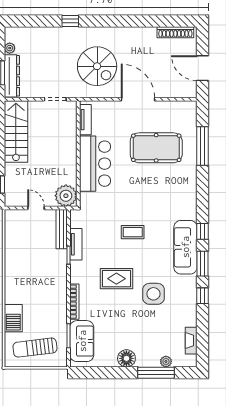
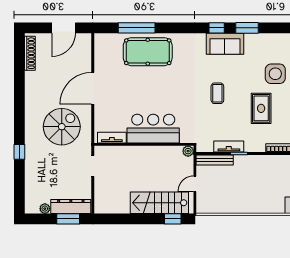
stairs: (16, 132) -> (159, 203), moved
pool table: (156, 148) -> (148, 52), moved, turned 90
plant: (66, 196) -> (188, 151), width x0.53, depth x0.53
sofa: (185, 247) -> (225, 44), width x0.73
window: (202, 296) -> (277, 28), removed

